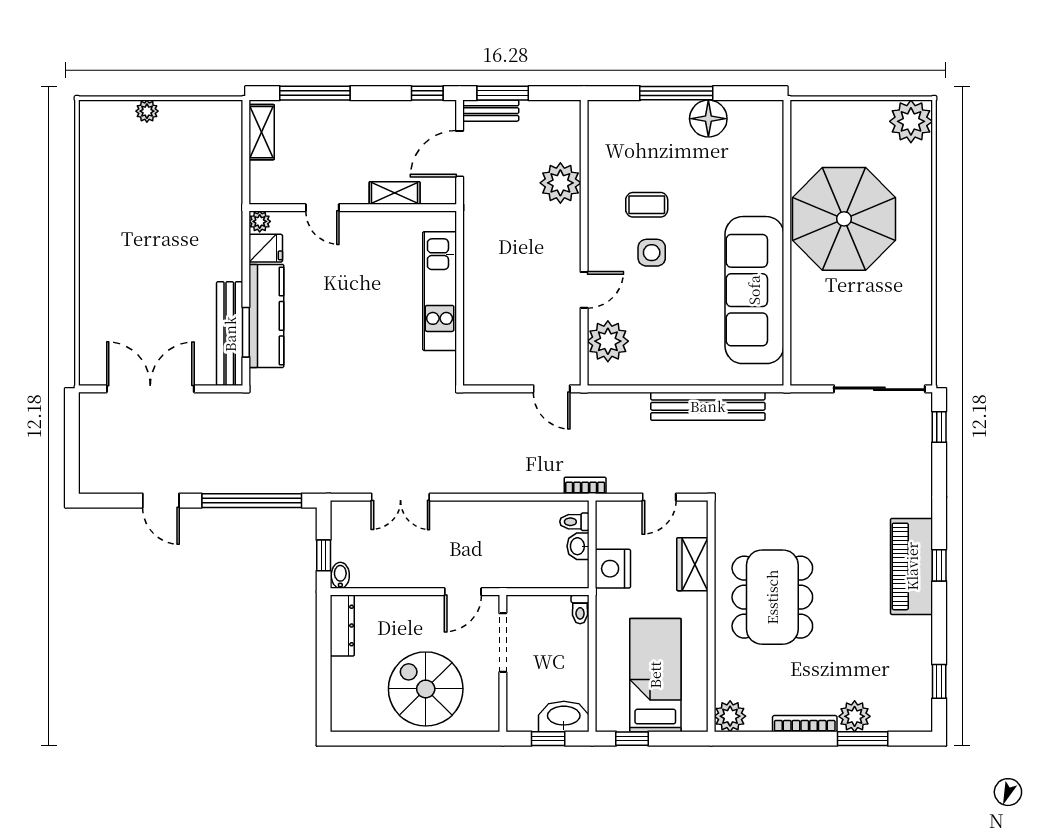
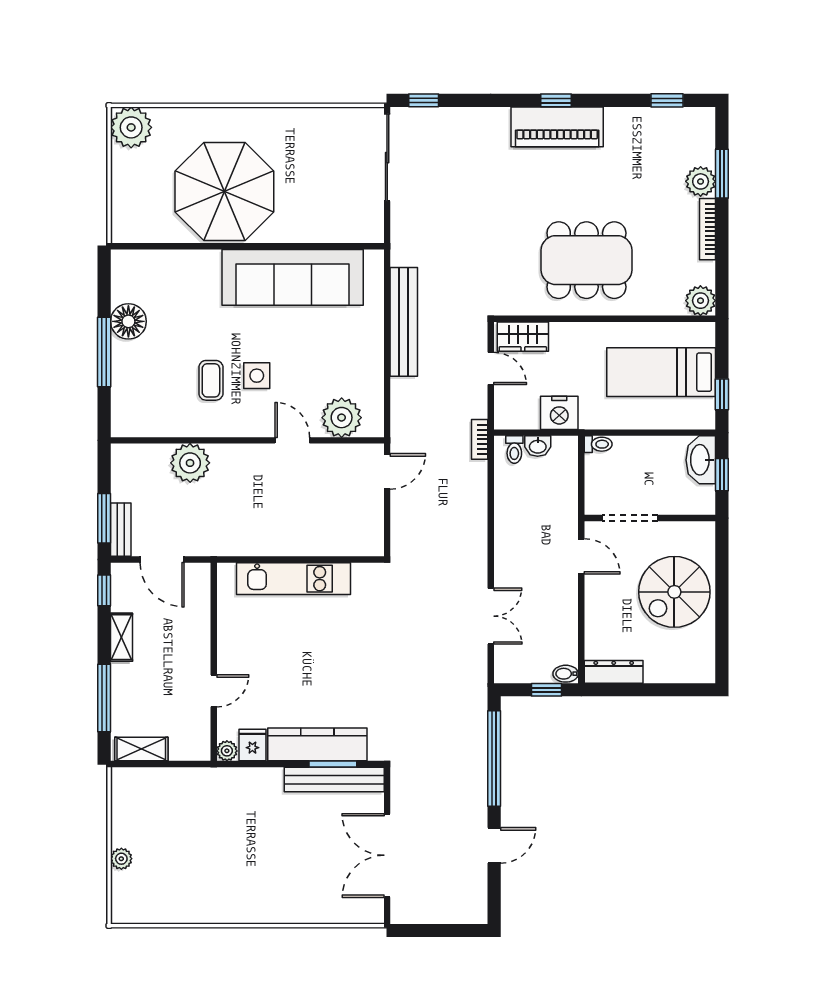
shelving: (395, 193) -> (121, 637), moved
wardrobe: (692, 564) -> (523, 337), moved

